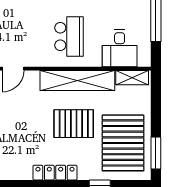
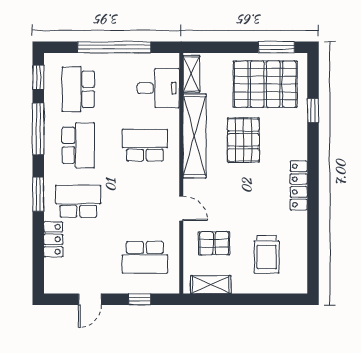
locker: (55, 173) -> (299, 185), moved

